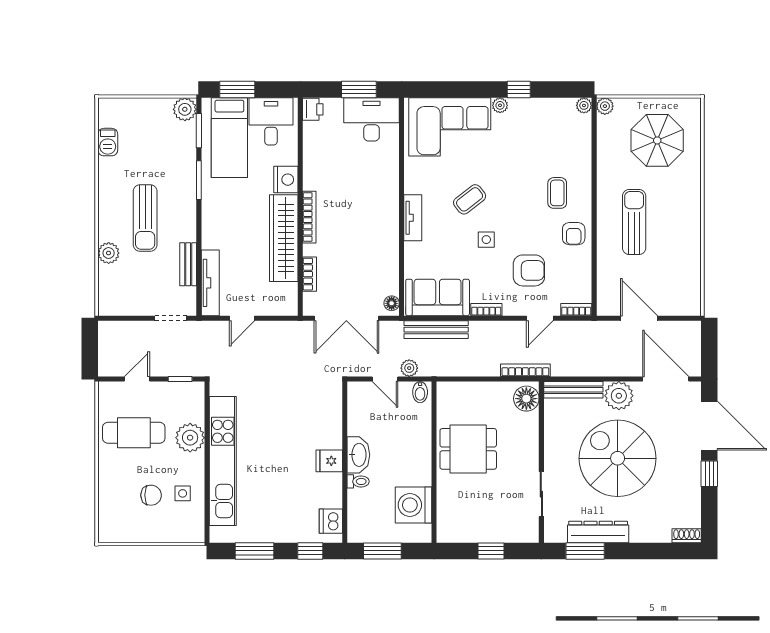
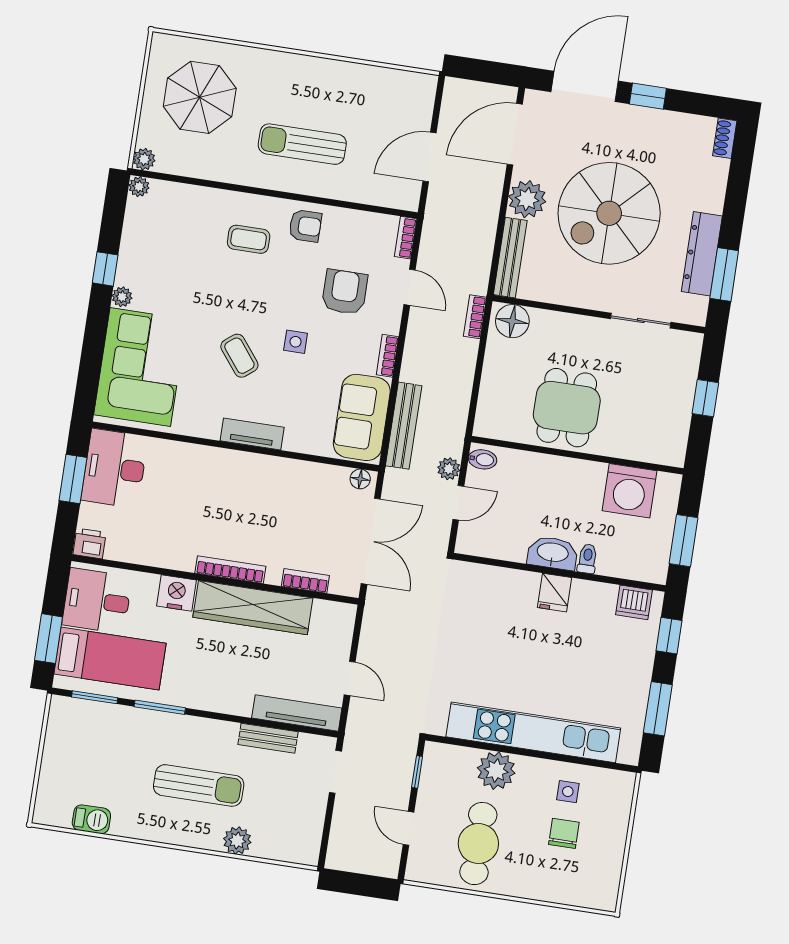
plant: (185, 109) -> (64, 711), removed
bookcase: (525, 370) -> (475, 317), width x0.64

